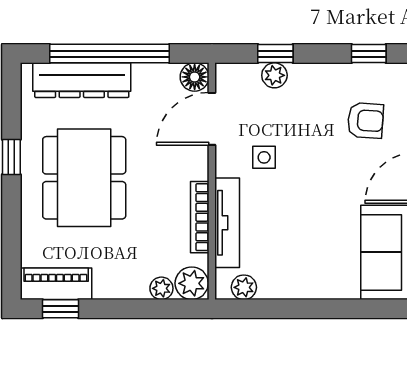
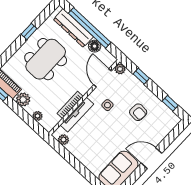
plant: (274, 75) -> (120, 69), moved
floor lamp: (195, 77) -> (95, 46), moved
door: (212, 119) -> (102, 78), hinge flipped
armchair: (365, 120) -> (138, 112), moved
plant: (192, 283) -> (23, 100), moved

